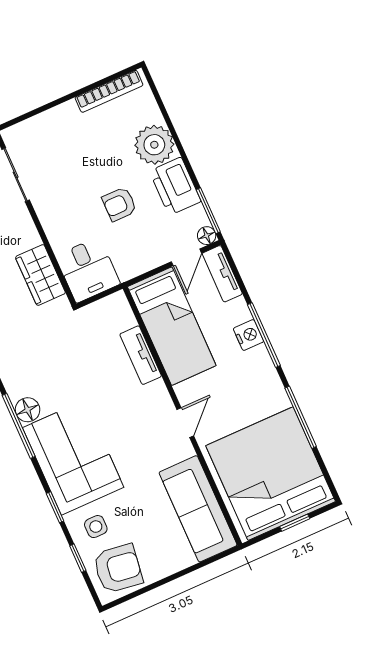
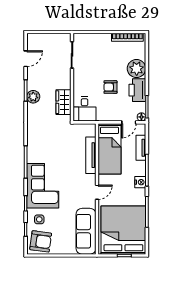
tv unit: (222, 274) -> (141, 148), moved
nightstand: (248, 335) -> (140, 182), moved
tv unit: (141, 355) -> (91, 155), width x1.41
floor lamp: (28, 410) -> (32, 157), removed

